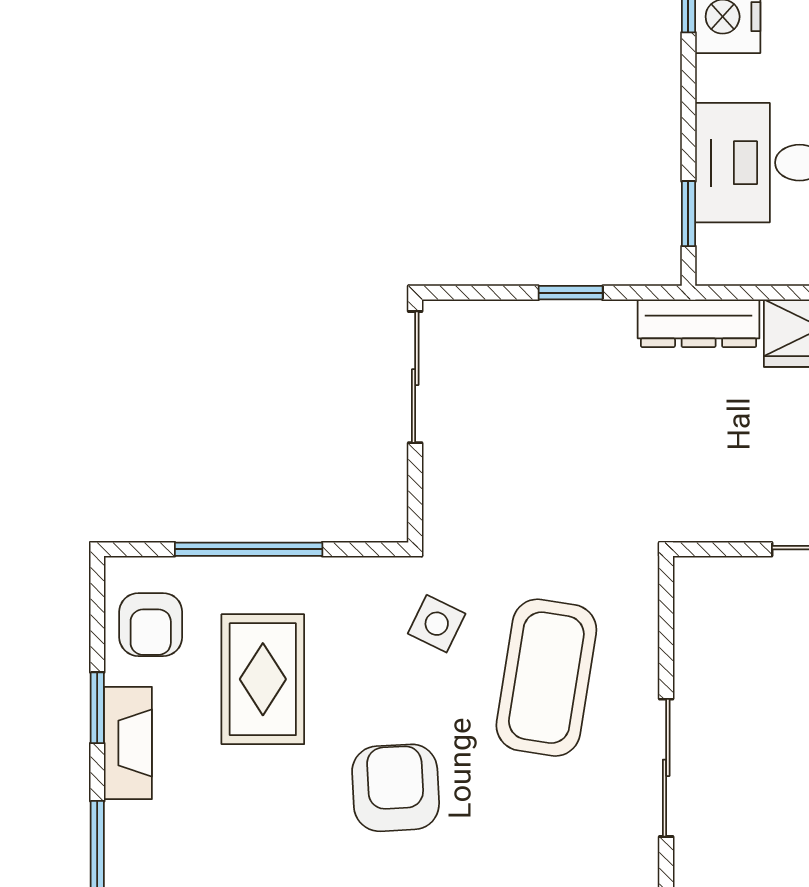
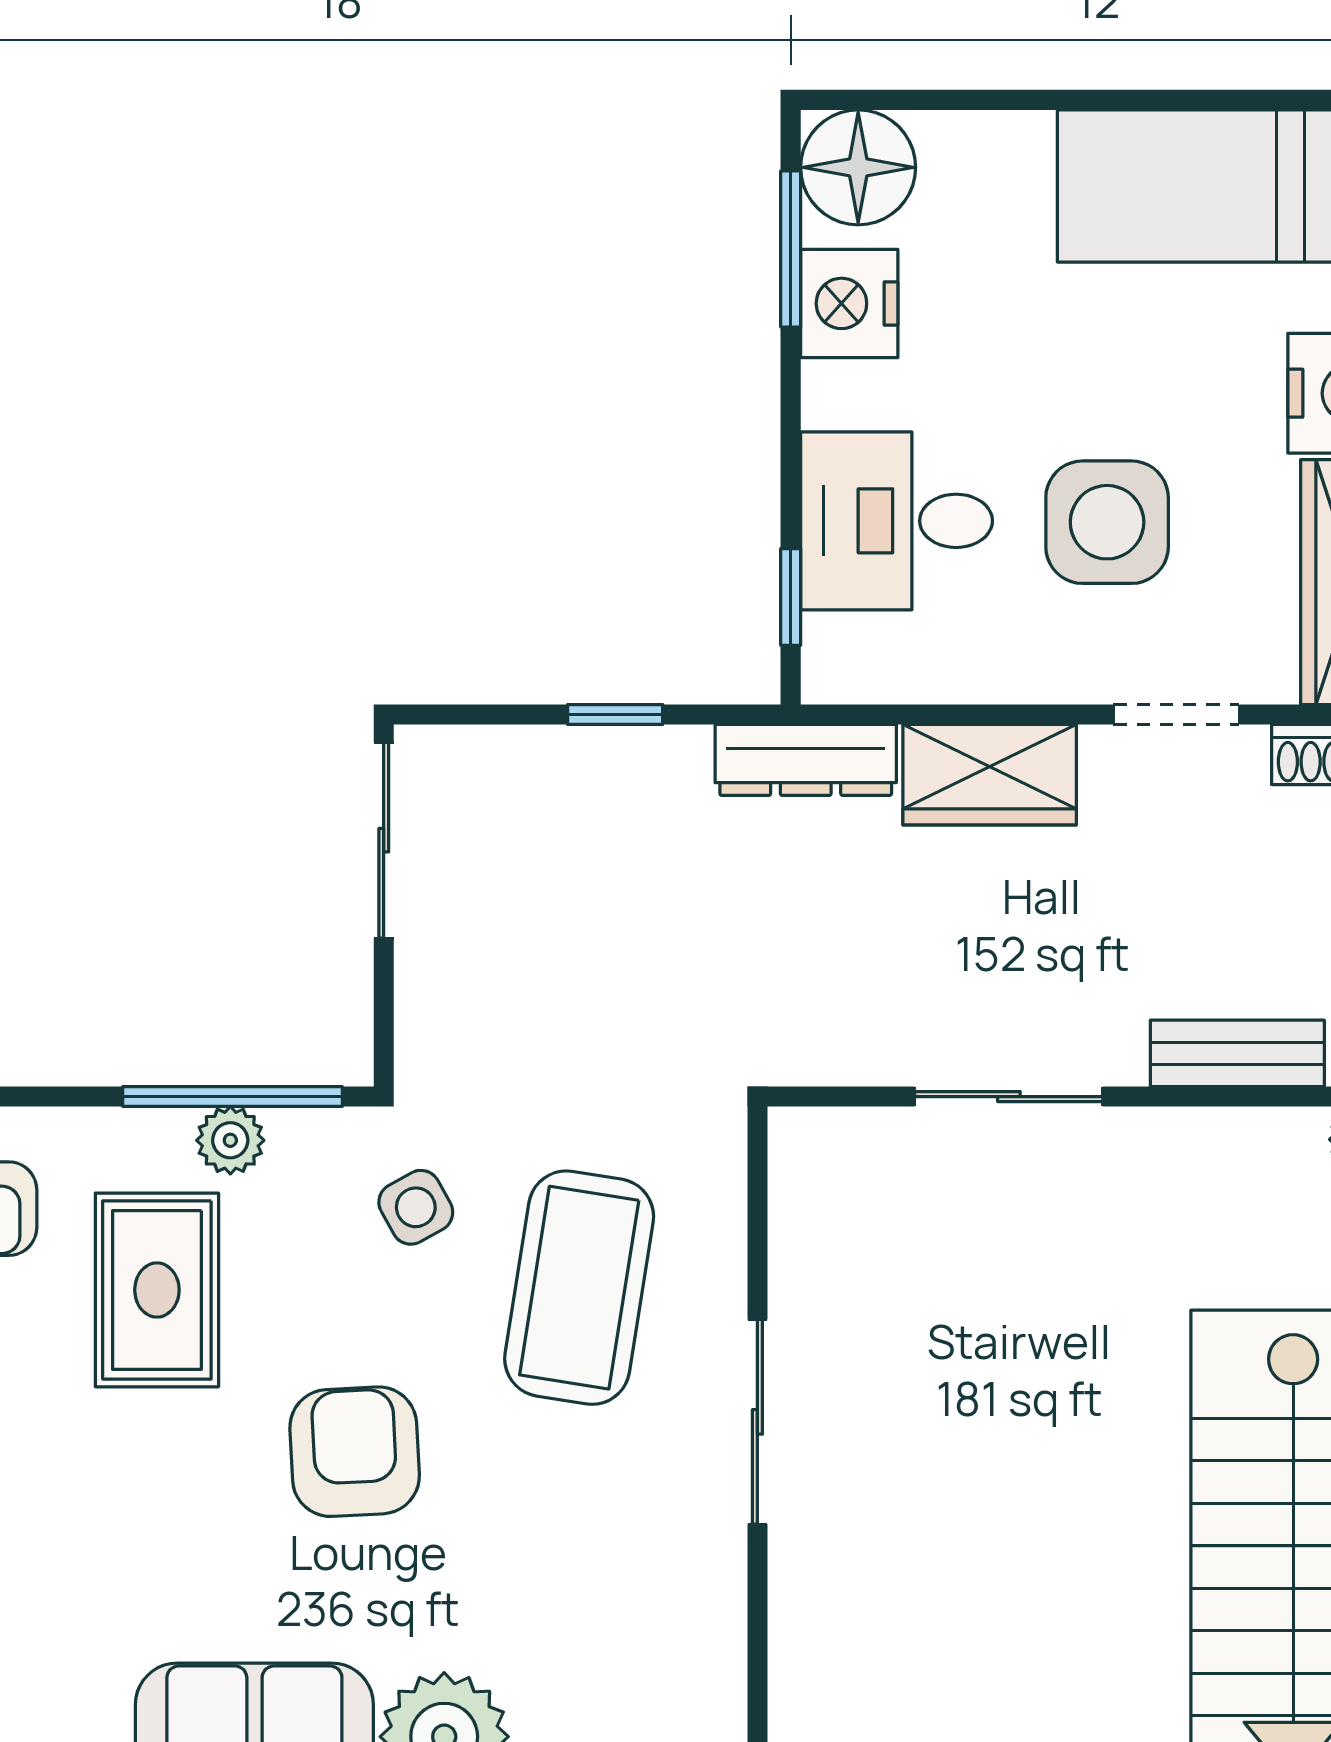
window: (249, 549) -> (232, 1097), moved
plant: (312, 579) -> (230, 1140), added
side table: (437, 624) -> (416, 1207), turned 35

